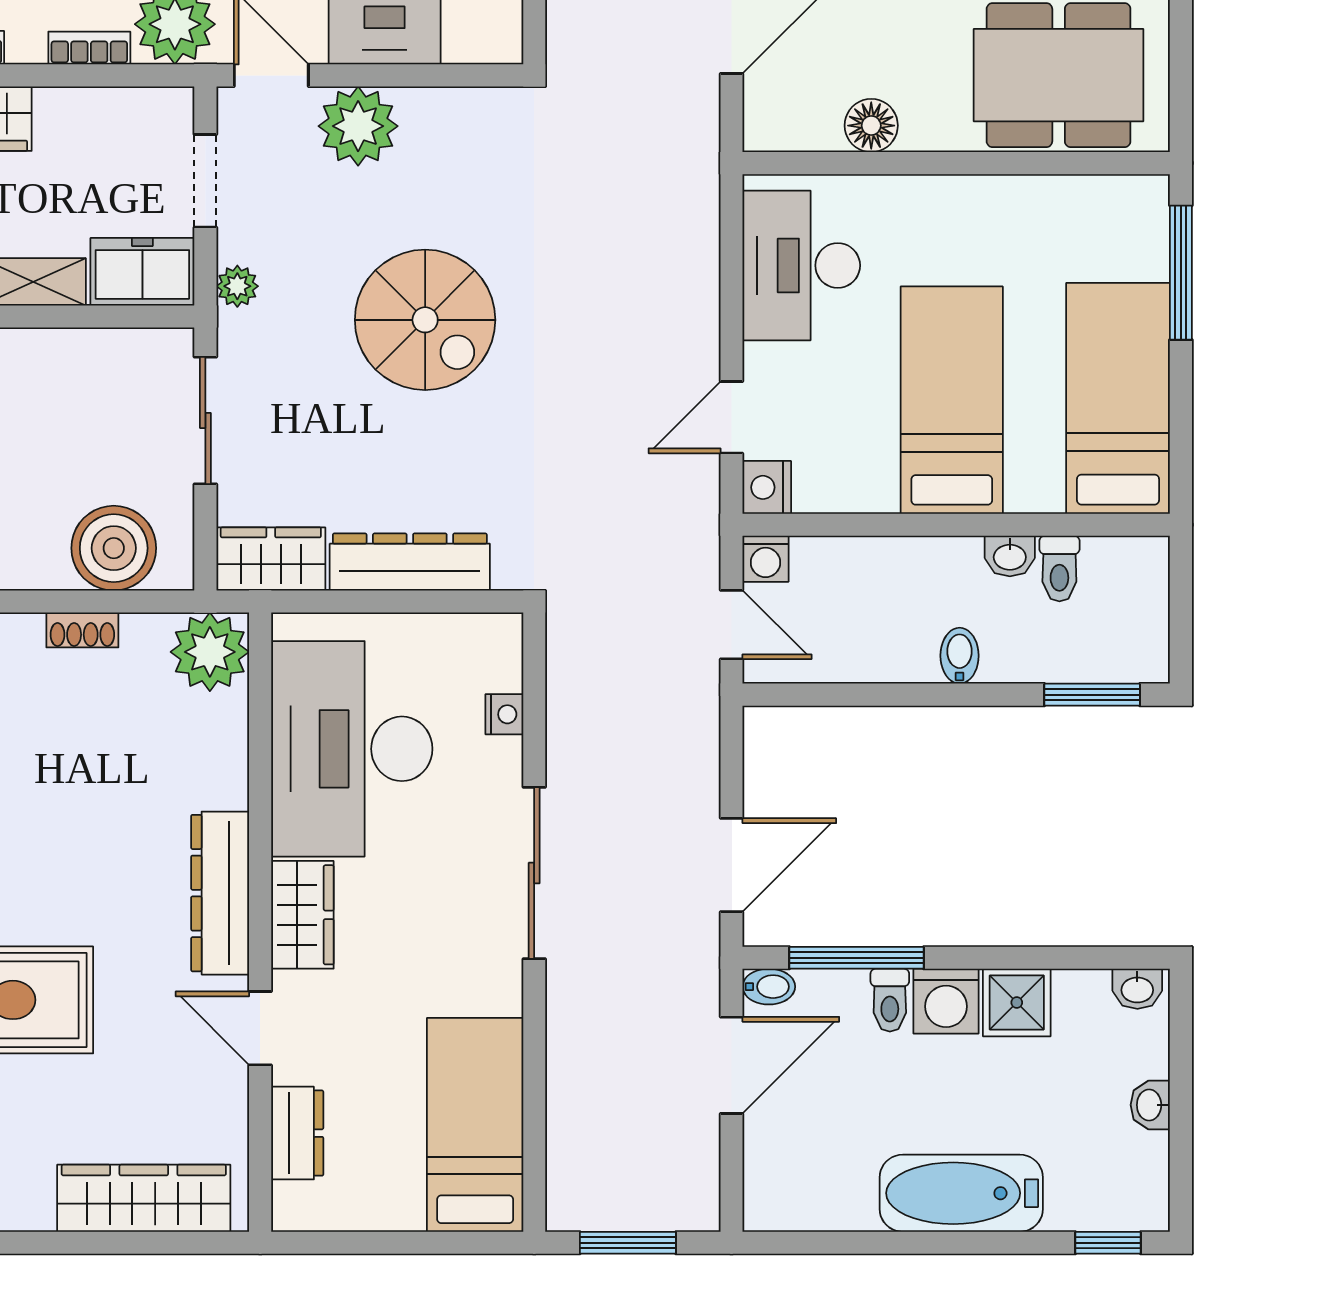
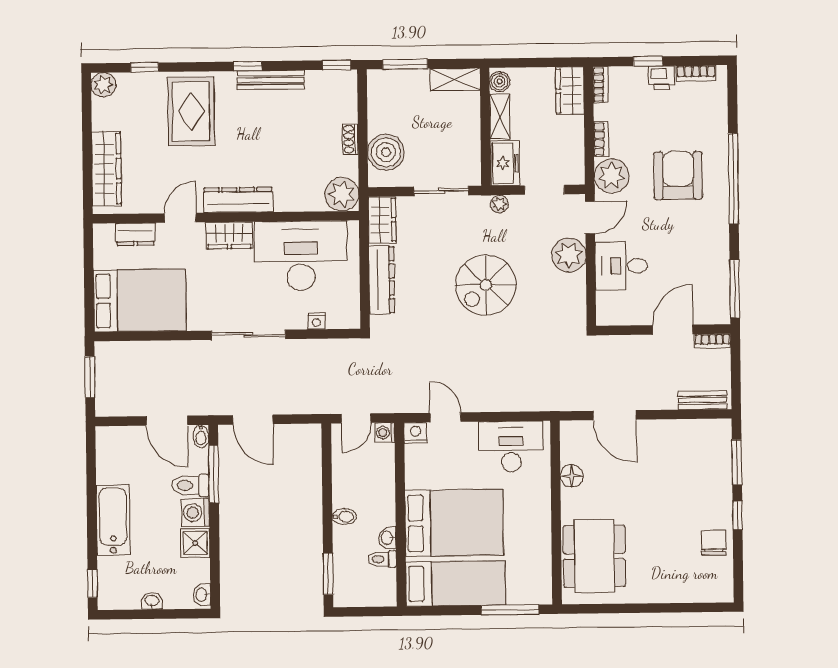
bed: (952, 400) -> (454, 523), width x1.50
toilet: (890, 1000) -> (190, 485), width x1.37, depth x1.39
bed: (475, 1125) -> (140, 300), width x1.50

